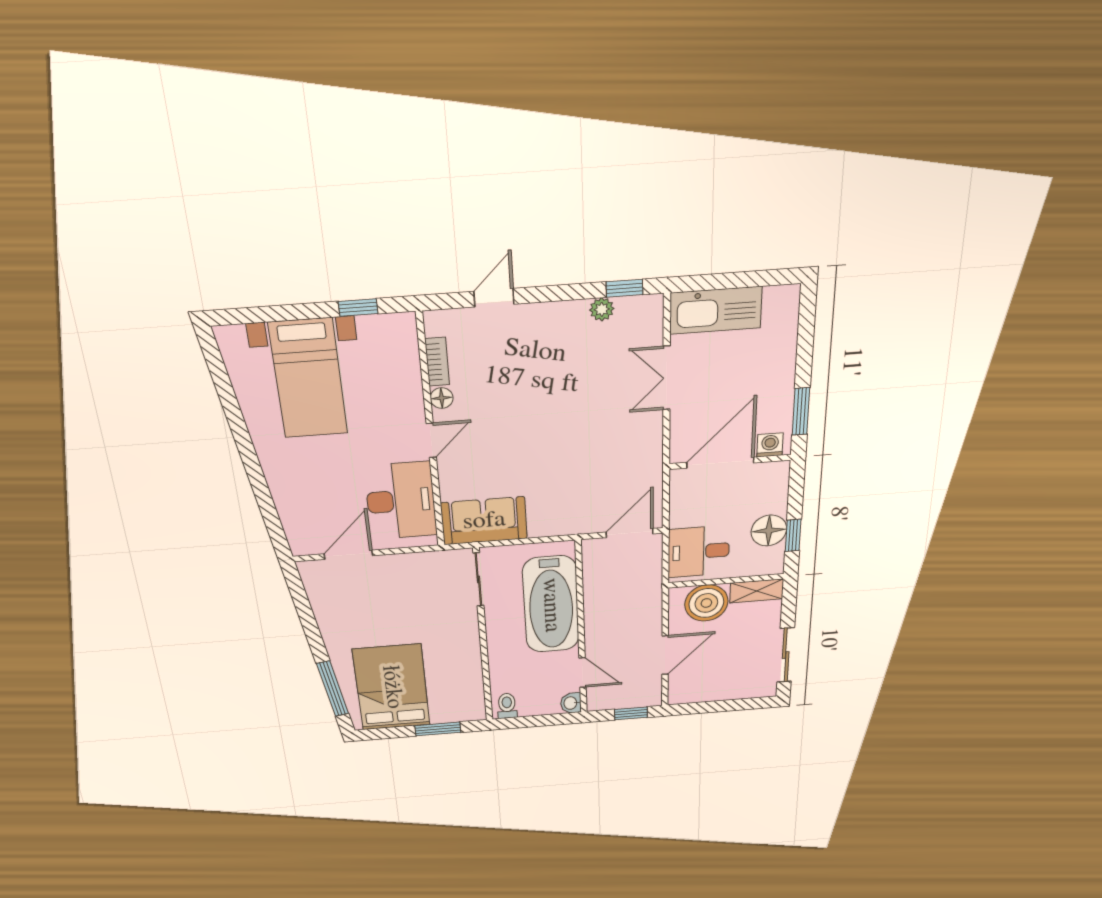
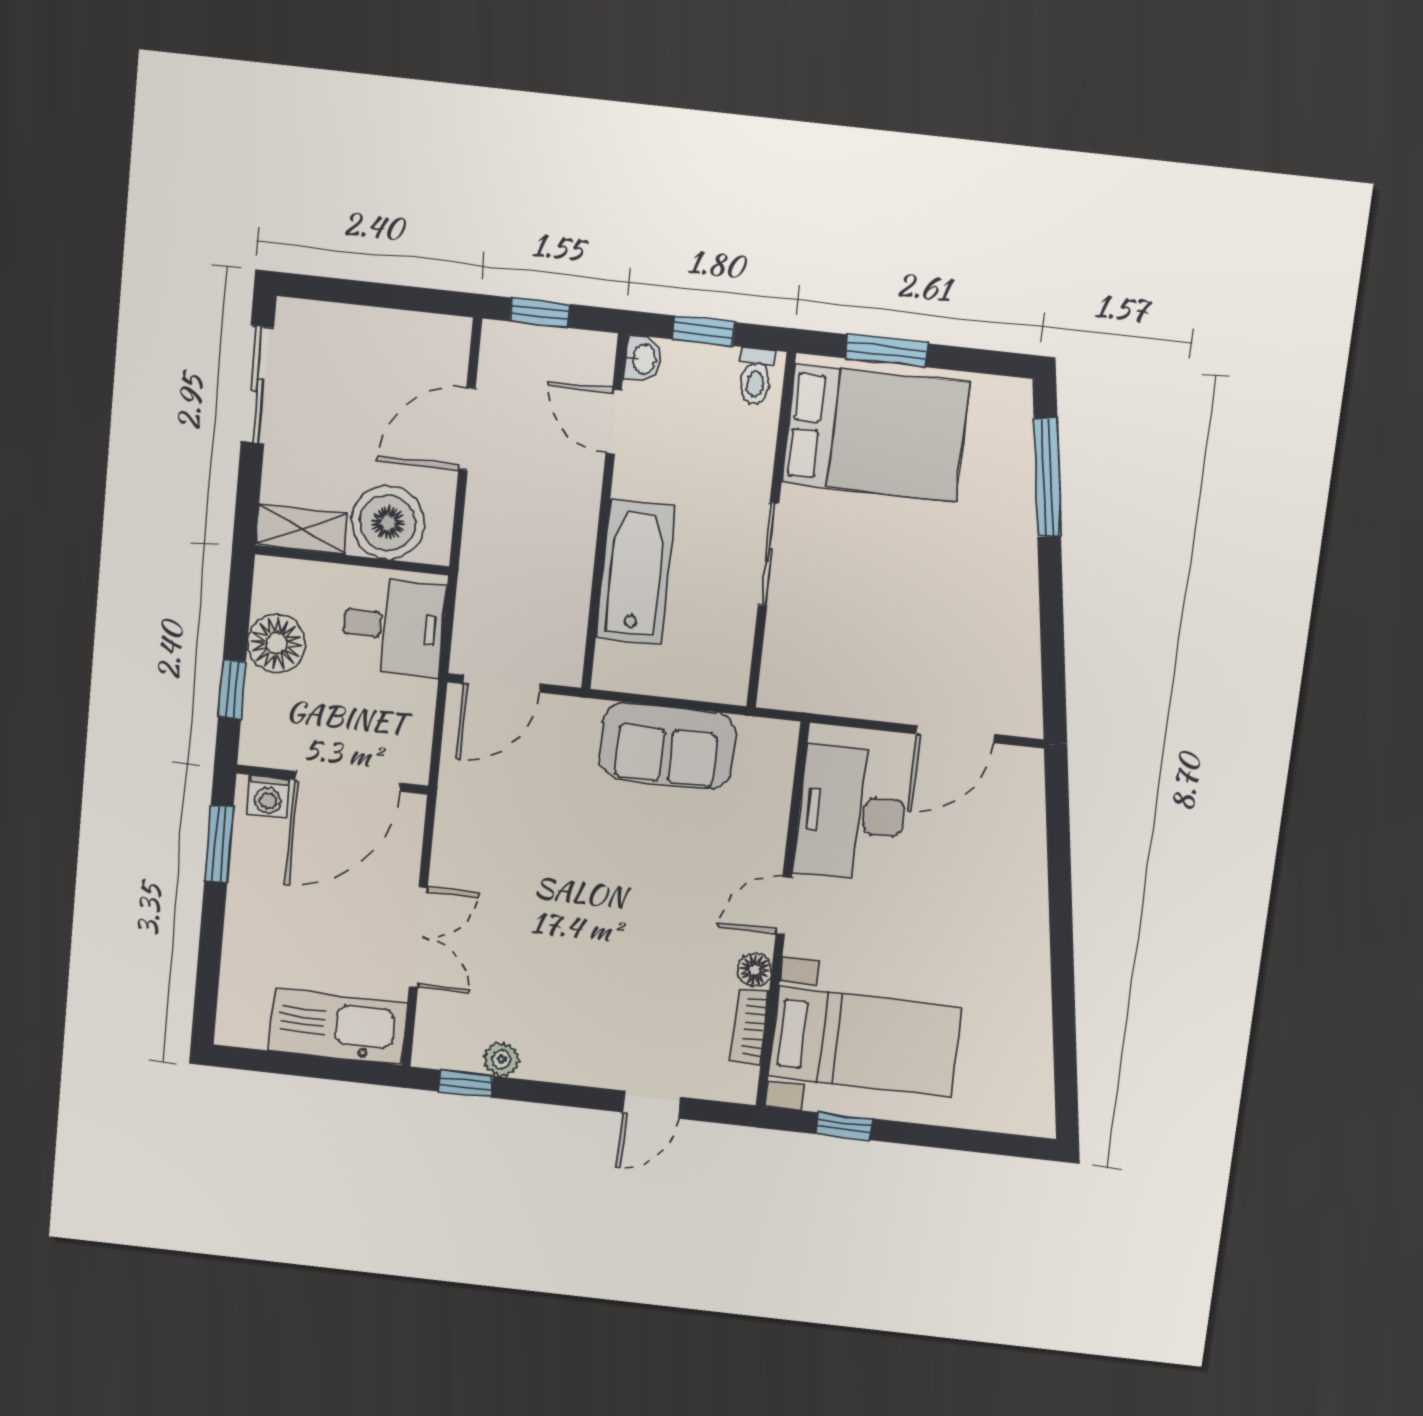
bed with nightstands: (308, 379) -> (865, 1042), moved, turned 90
sofa: (484, 521) -> (667, 745), moved
window: (793, 535) -> (232, 689), moved
sliding door: (478, 579) -> (768, 555), moved
bathtub: (551, 605) -> (636, 572), width x0.73, depth x0.73
bed: (392, 687) -> (875, 433), moved, turned -90
window: (540, 721) -> (704, 331), added

